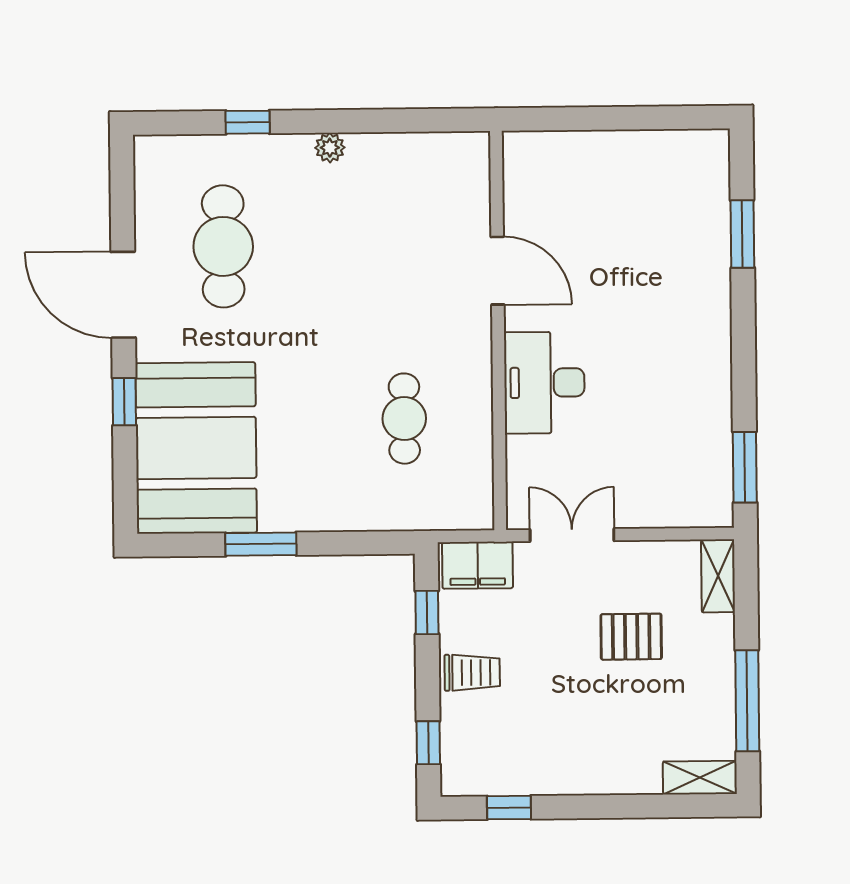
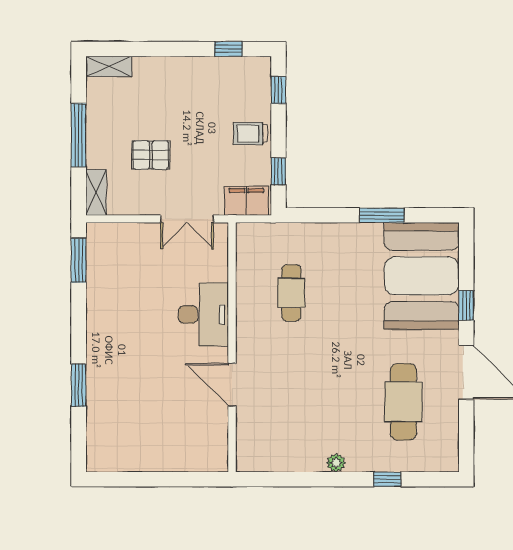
window: (742, 234) -> (79, 385), moved
window: (747, 701) -> (79, 135), moved

